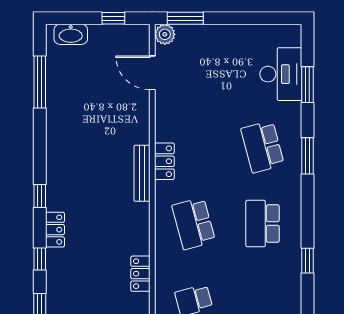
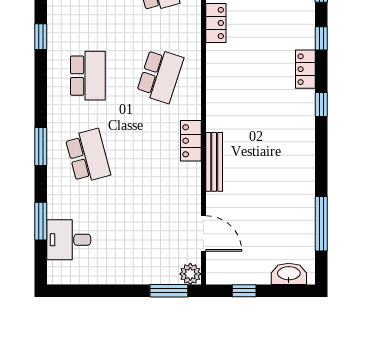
desk: (281, 74) -> (69, 240), width x0.73
bench: (142, 173) -> (214, 162), moved
school desk: (194, 223) -> (160, 76), turned 33

